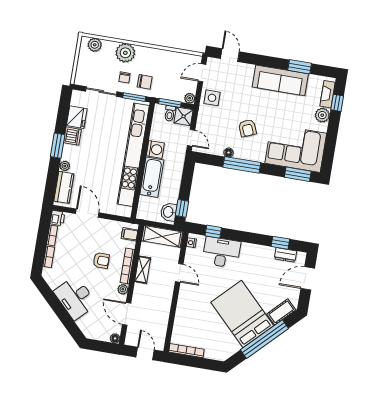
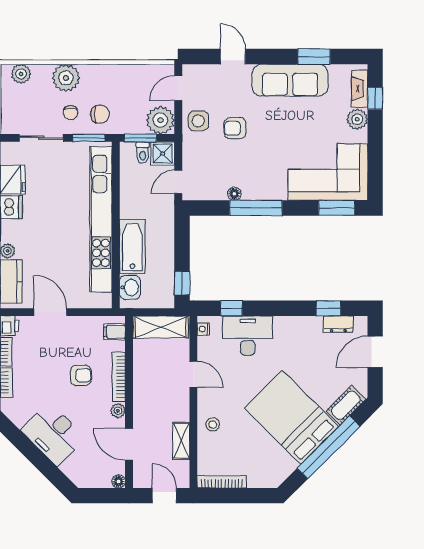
door: (230, 55) -> (233, 57), moved
plant: (190, 98) -> (160, 120), width x1.87, depth x1.87
armchair: (247, 128) -> (235, 128), moved, turned 113
door: (191, 138) -> (178, 182), swing flipped
washing machine: (155, 149) -> (131, 207), removed
washbasin: (169, 212) -> (130, 287), moved, turned 180
shelving: (143, 270) -> (181, 441), moved
stool: (187, 310) -> (213, 425), added

